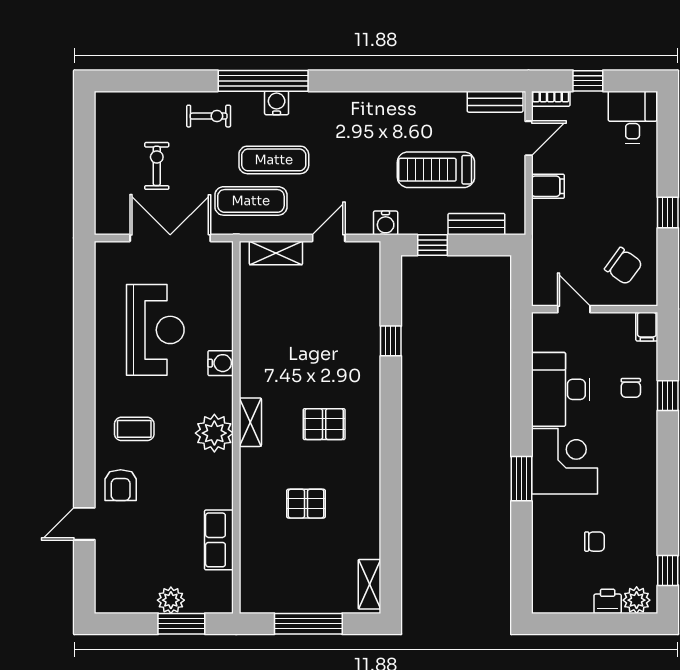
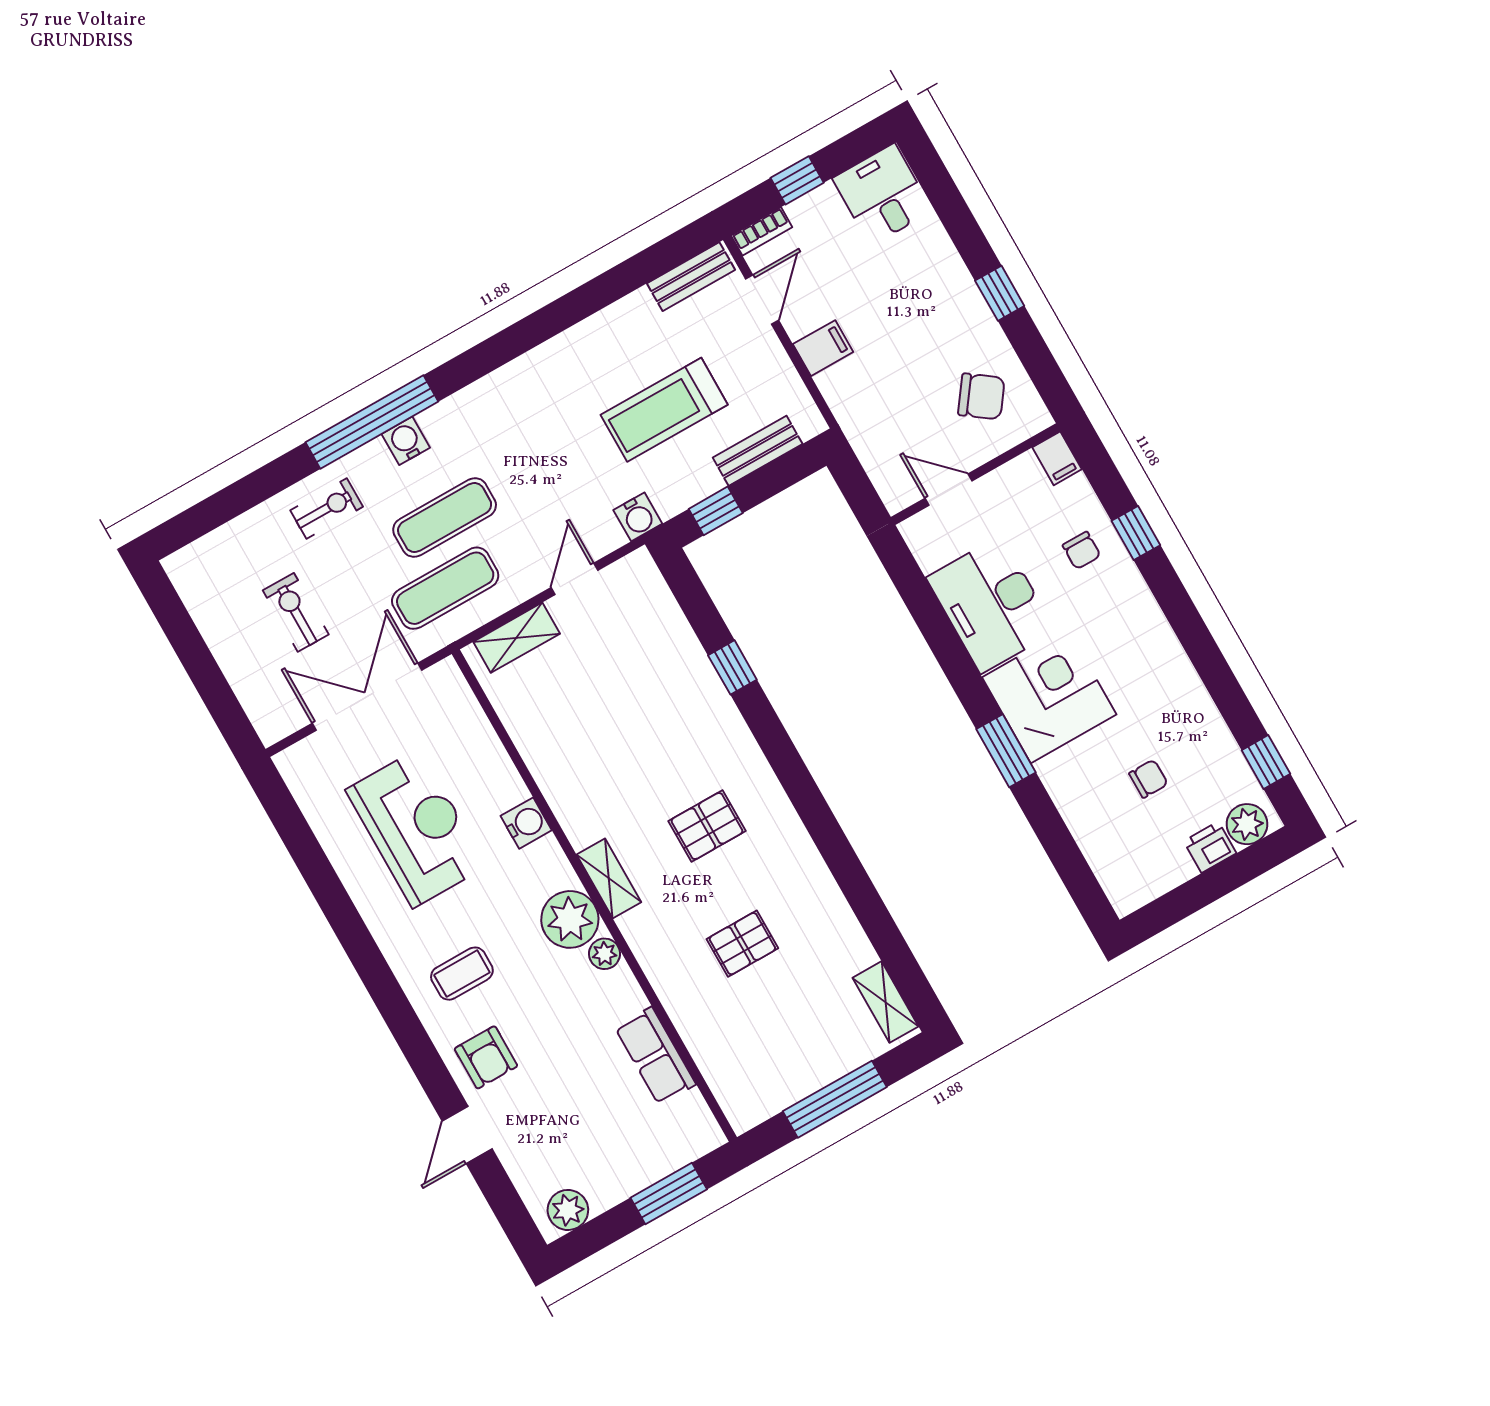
plant: (223, 464) -> (604, 954), added
plant: (171, 600) -> (568, 1210), moved

